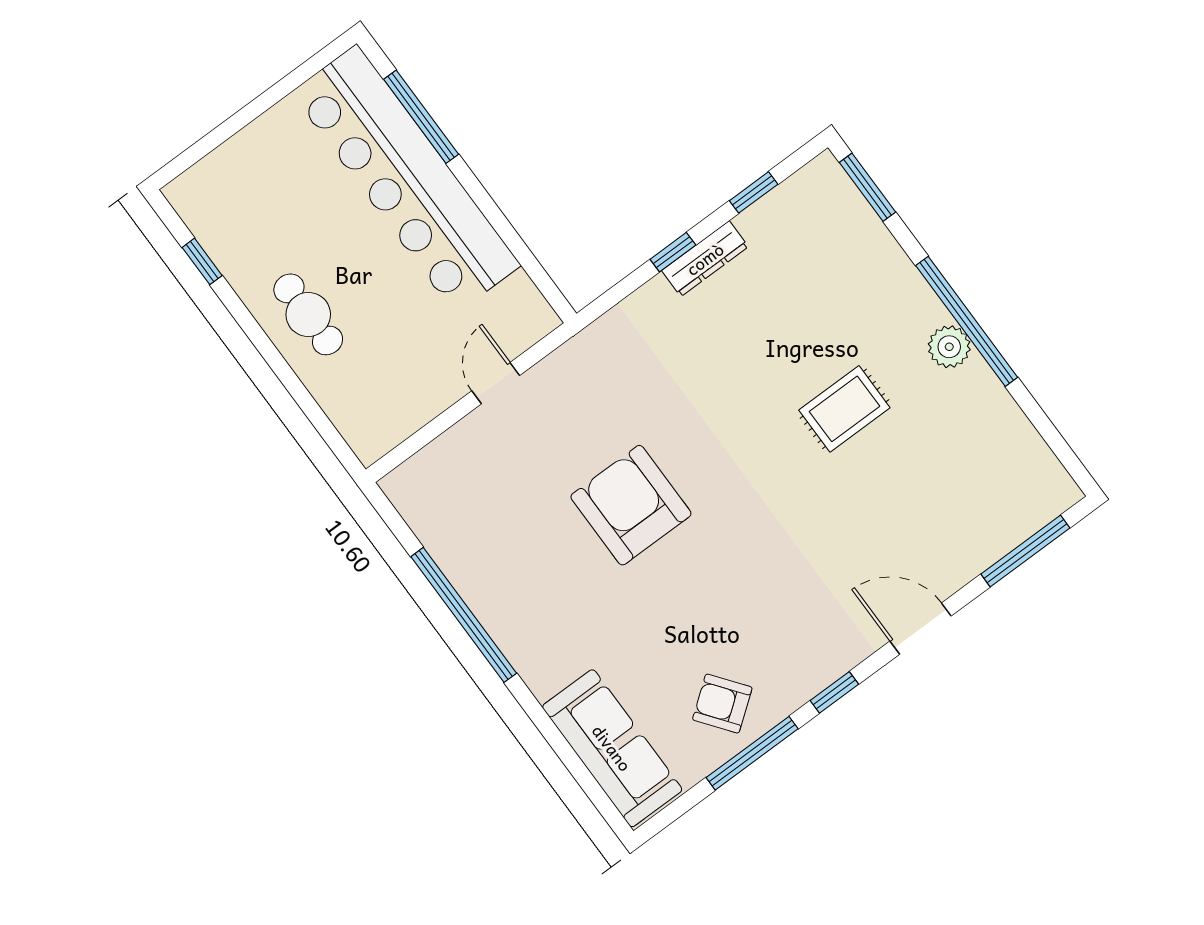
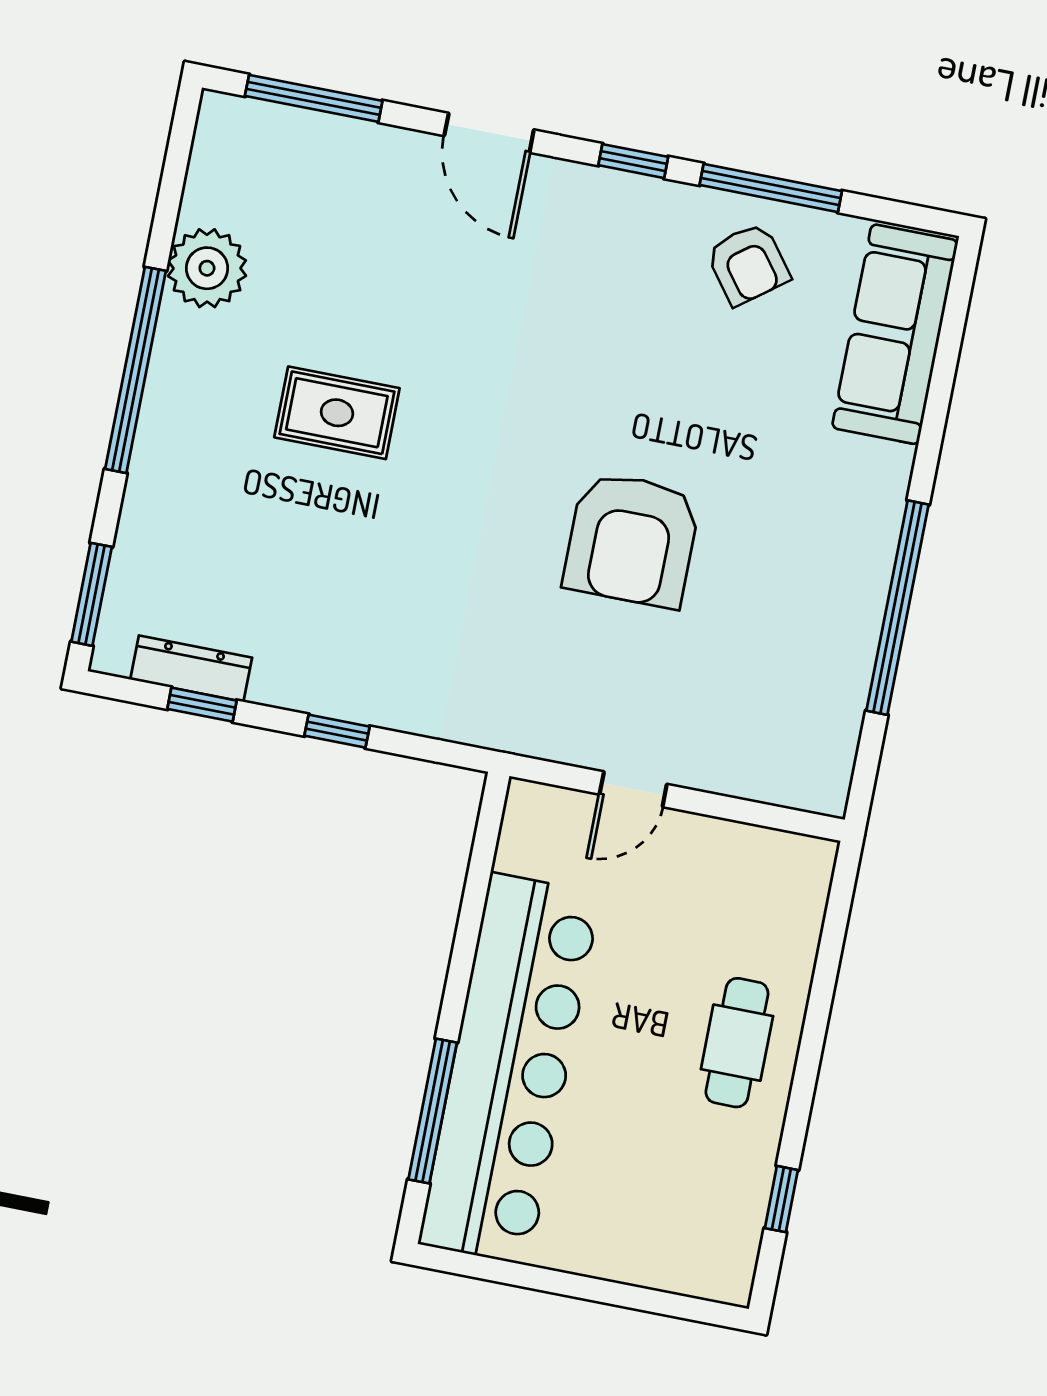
dresser: (705, 259) -> (191, 669), moved
plant: (949, 347) -> (207, 268), moved, width x1.36, depth x1.36

